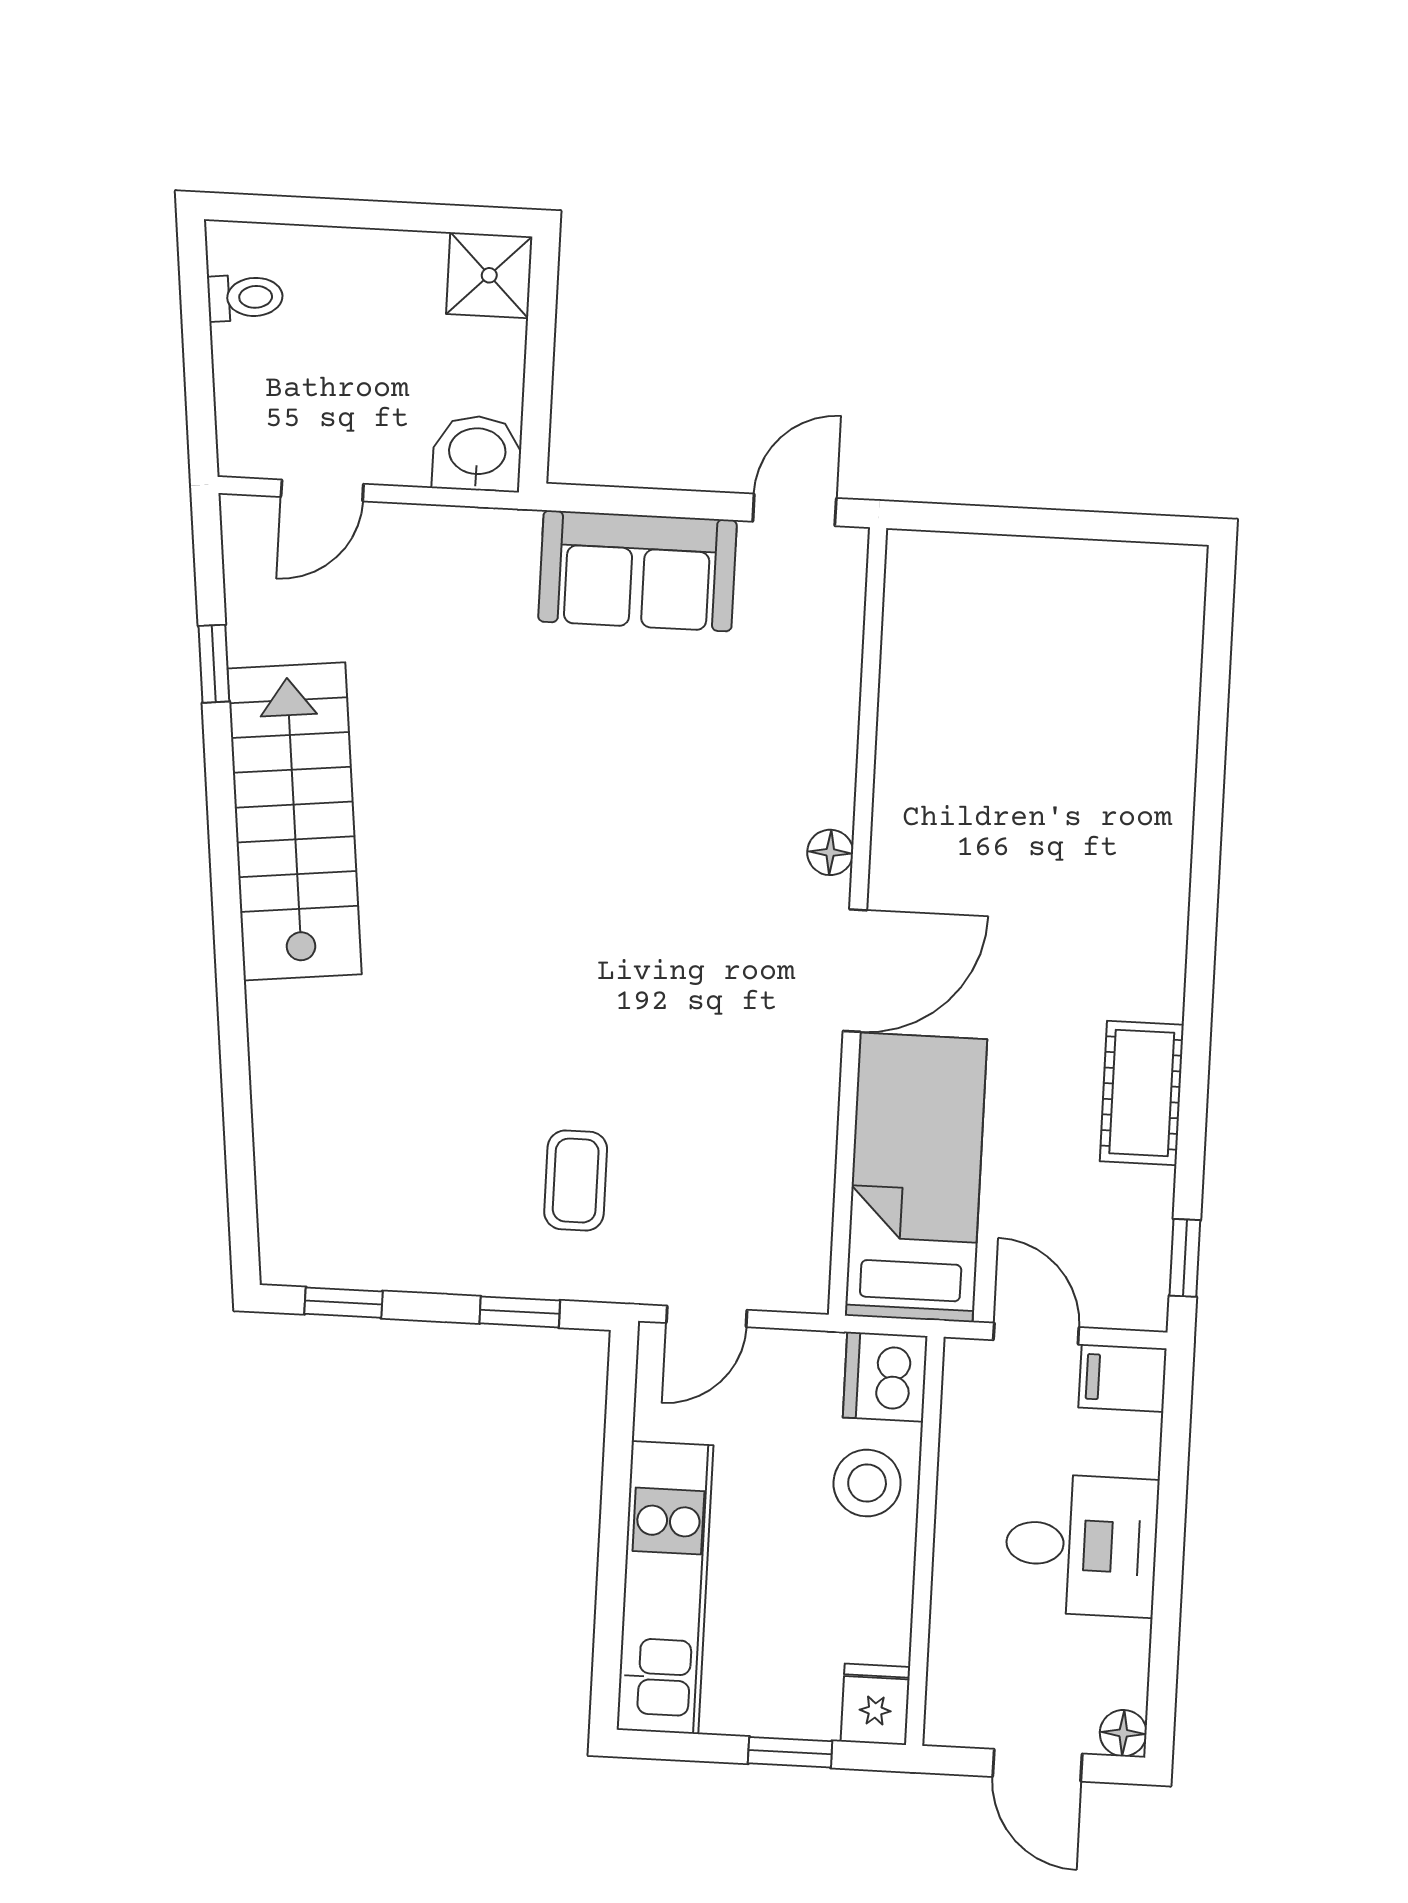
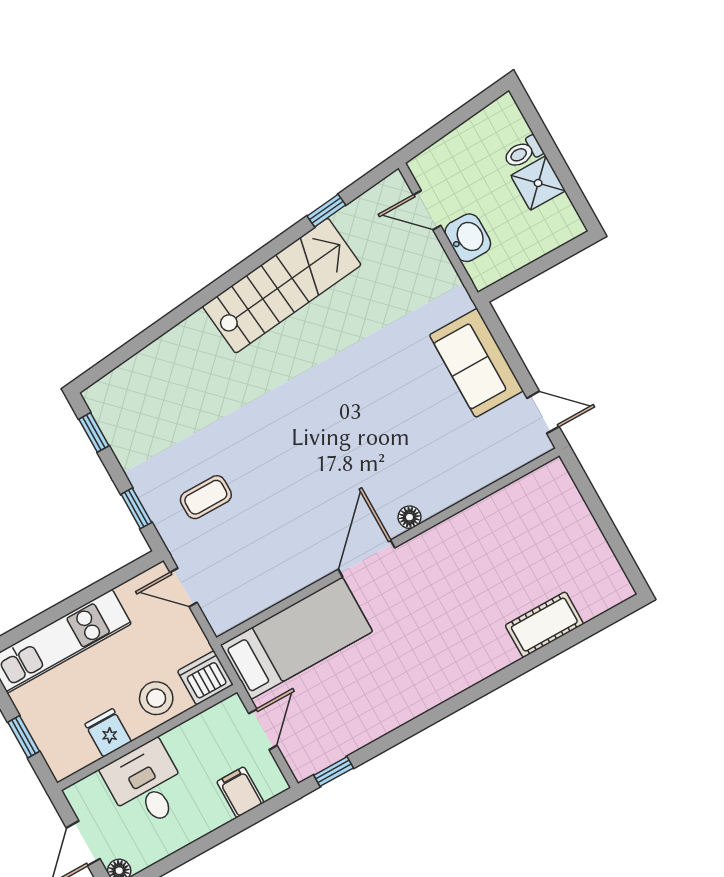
shower: (489, 275) -> (538, 183), moved
toilet: (245, 297) -> (523, 152), moved, turned 96
washbasin: (477, 453) -> (468, 238), moved
door: (855, 971) -> (367, 558), swing flipped
cot: (1142, 1093) -> (544, 625), moved
filing cabinet: (1123, 1378) -> (240, 792), moved
desk: (1081, 1545) -> (146, 785), moved, turned 180
fridge: (875, 1704) -> (108, 733), moved, turned -90

